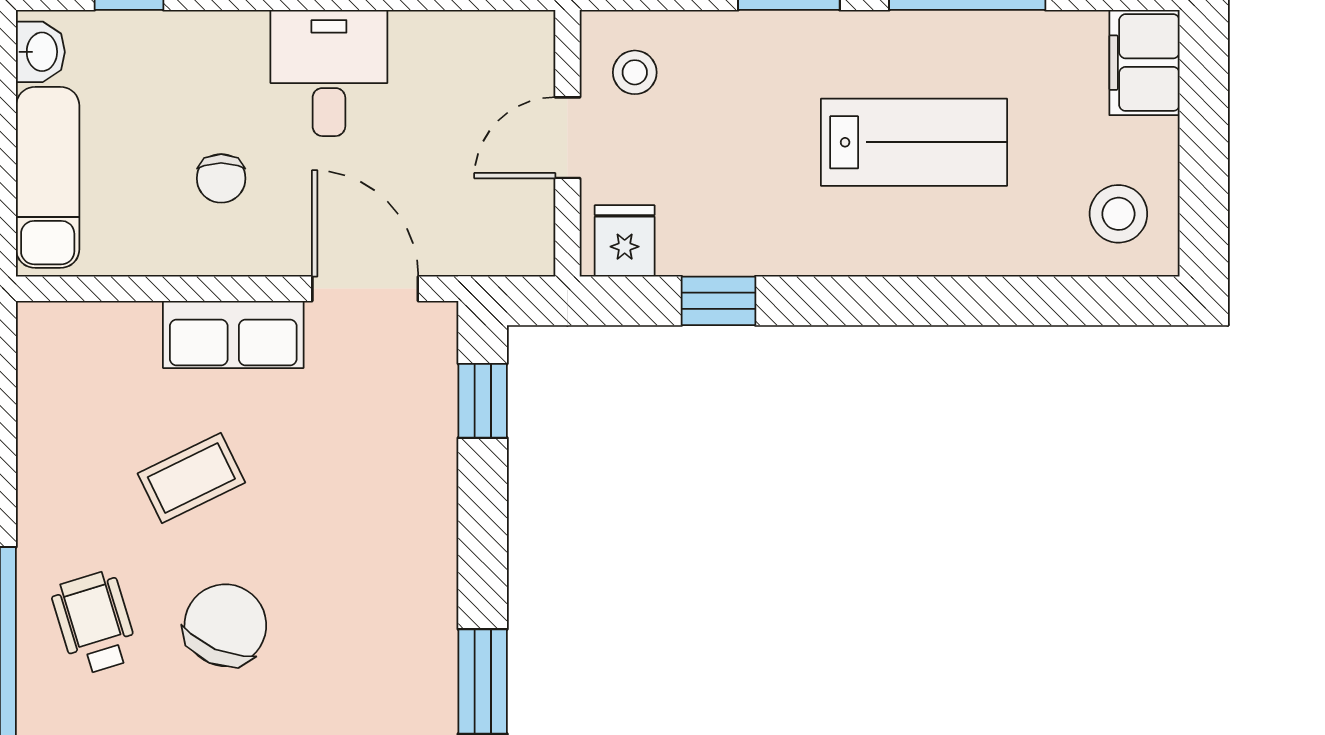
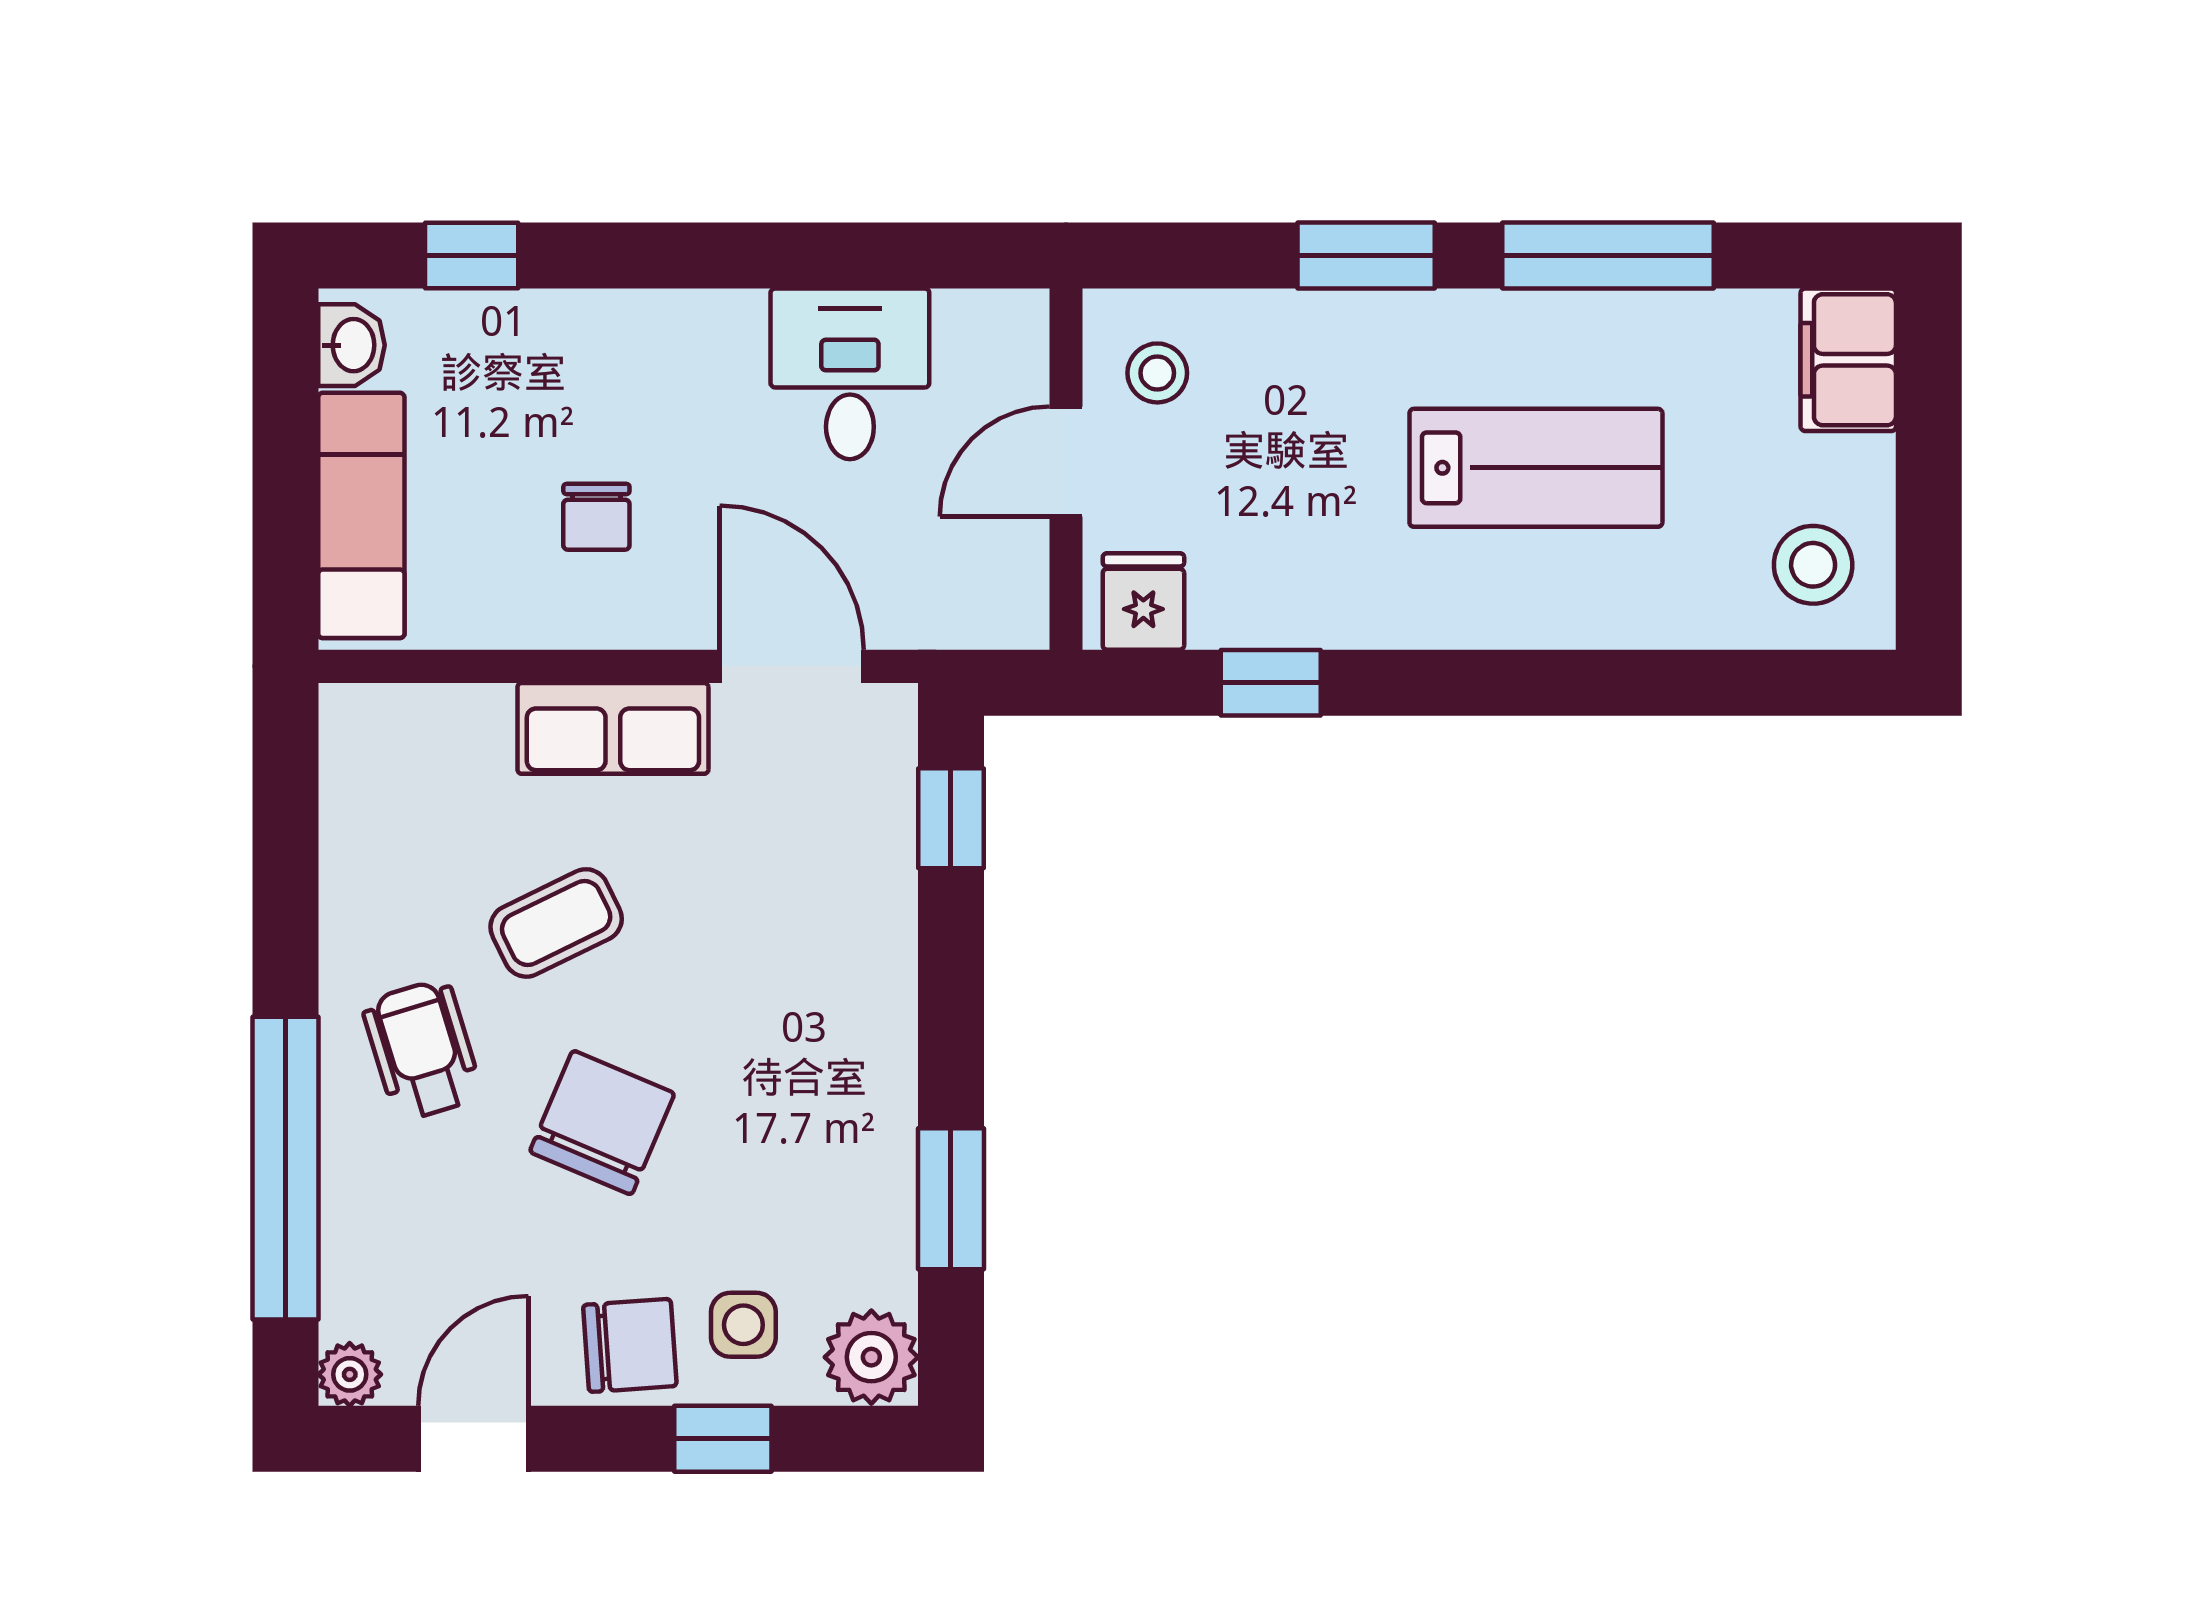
desk: (329, 73) -> (850, 374), moved
wheelchair: (94, 623) -> (422, 1050), moved

